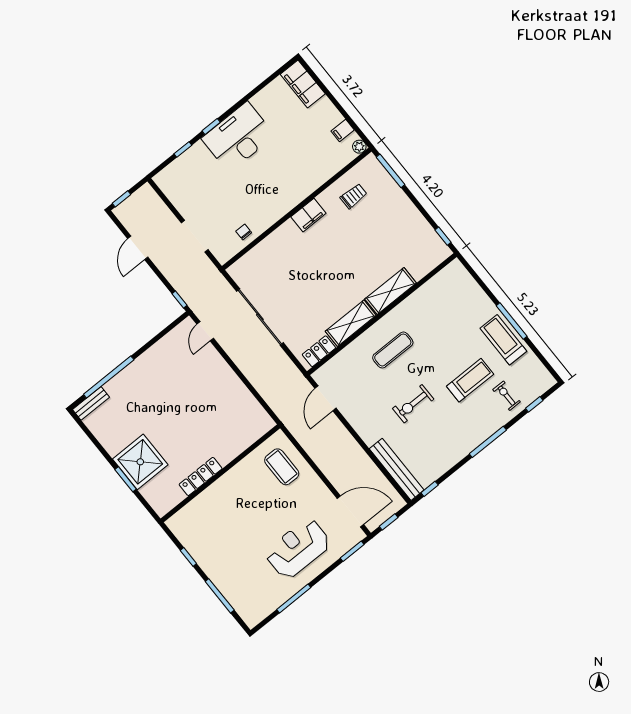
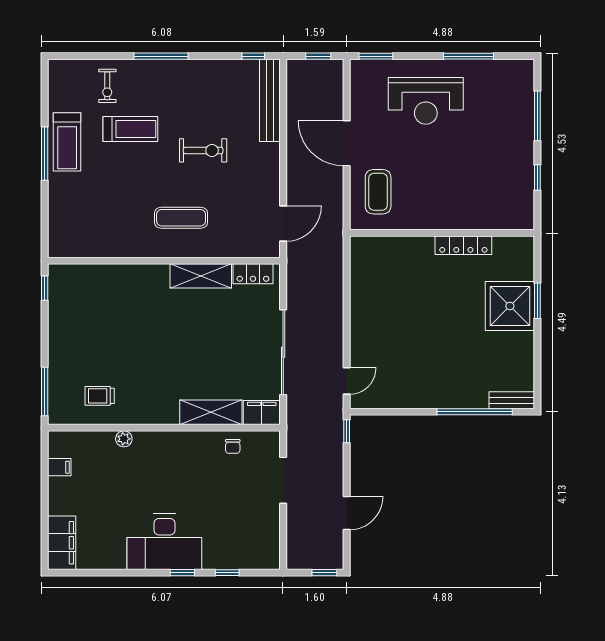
plant: (359, 147) -> (124, 439), moved
filing cabinet: (308, 215) -> (262, 412), moved
shelving: (391, 291) -> (211, 412), moved
treadmill: (470, 380) -> (130, 129), turned 180
window: (534, 404) -> (87, 56), removed
door: (350, 511) -> (347, 143), moved

